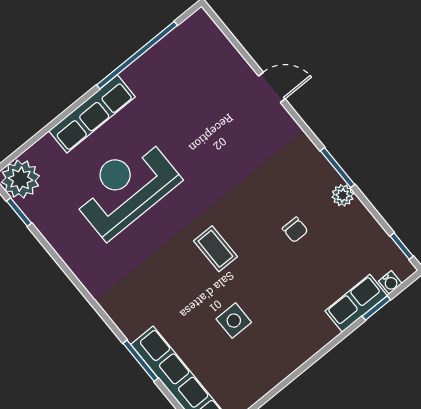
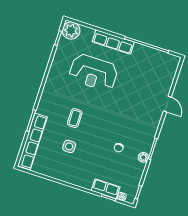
reception desk: (125, 187) -> (93, 73), turned 180
coffee table: (215, 249) -> (75, 118), moved

